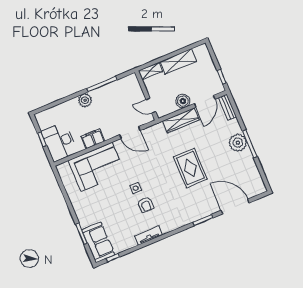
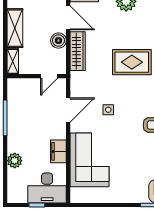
plant: (85, 100) -> (15, 161), moved
side table: (136, 188) -> (108, 110), moved

